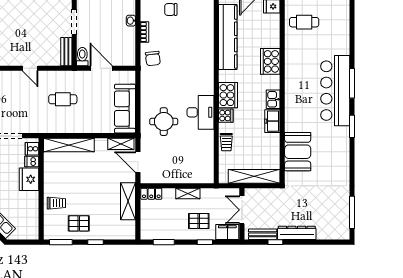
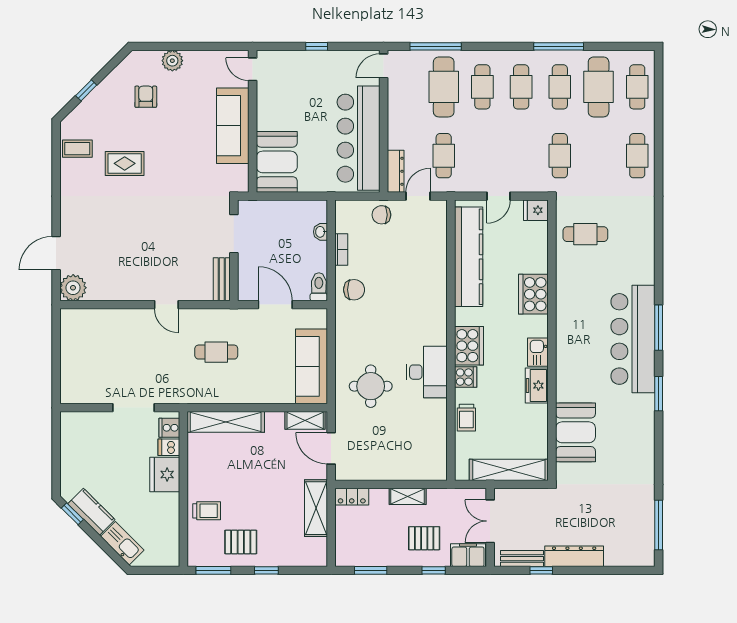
toilet: (82, 57) -> (319, 287), moved
chair: (153, 58) -> (354, 290), turned -83

